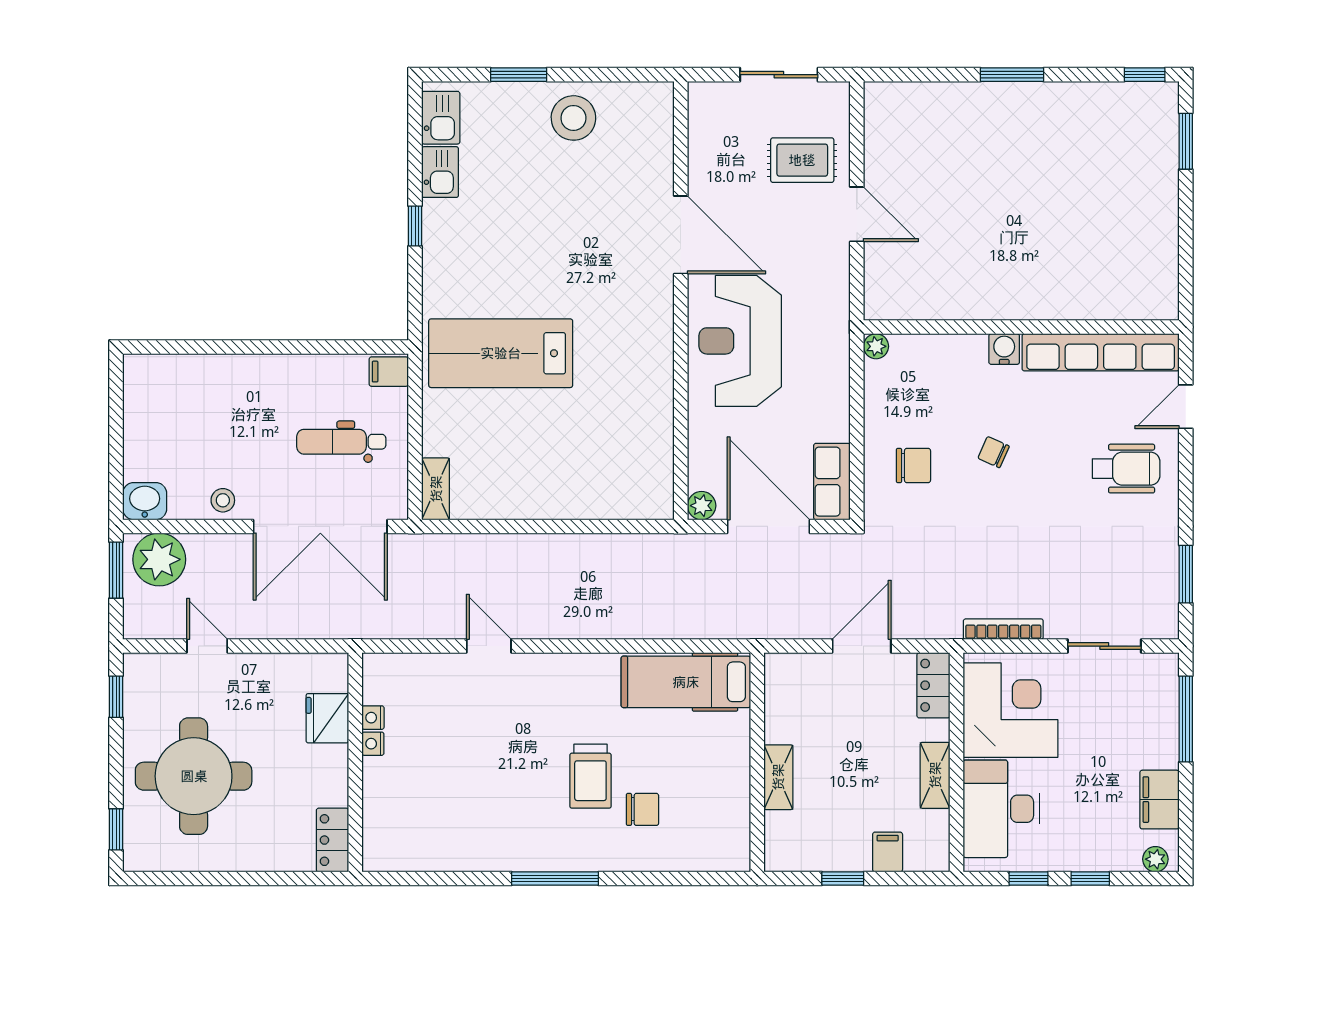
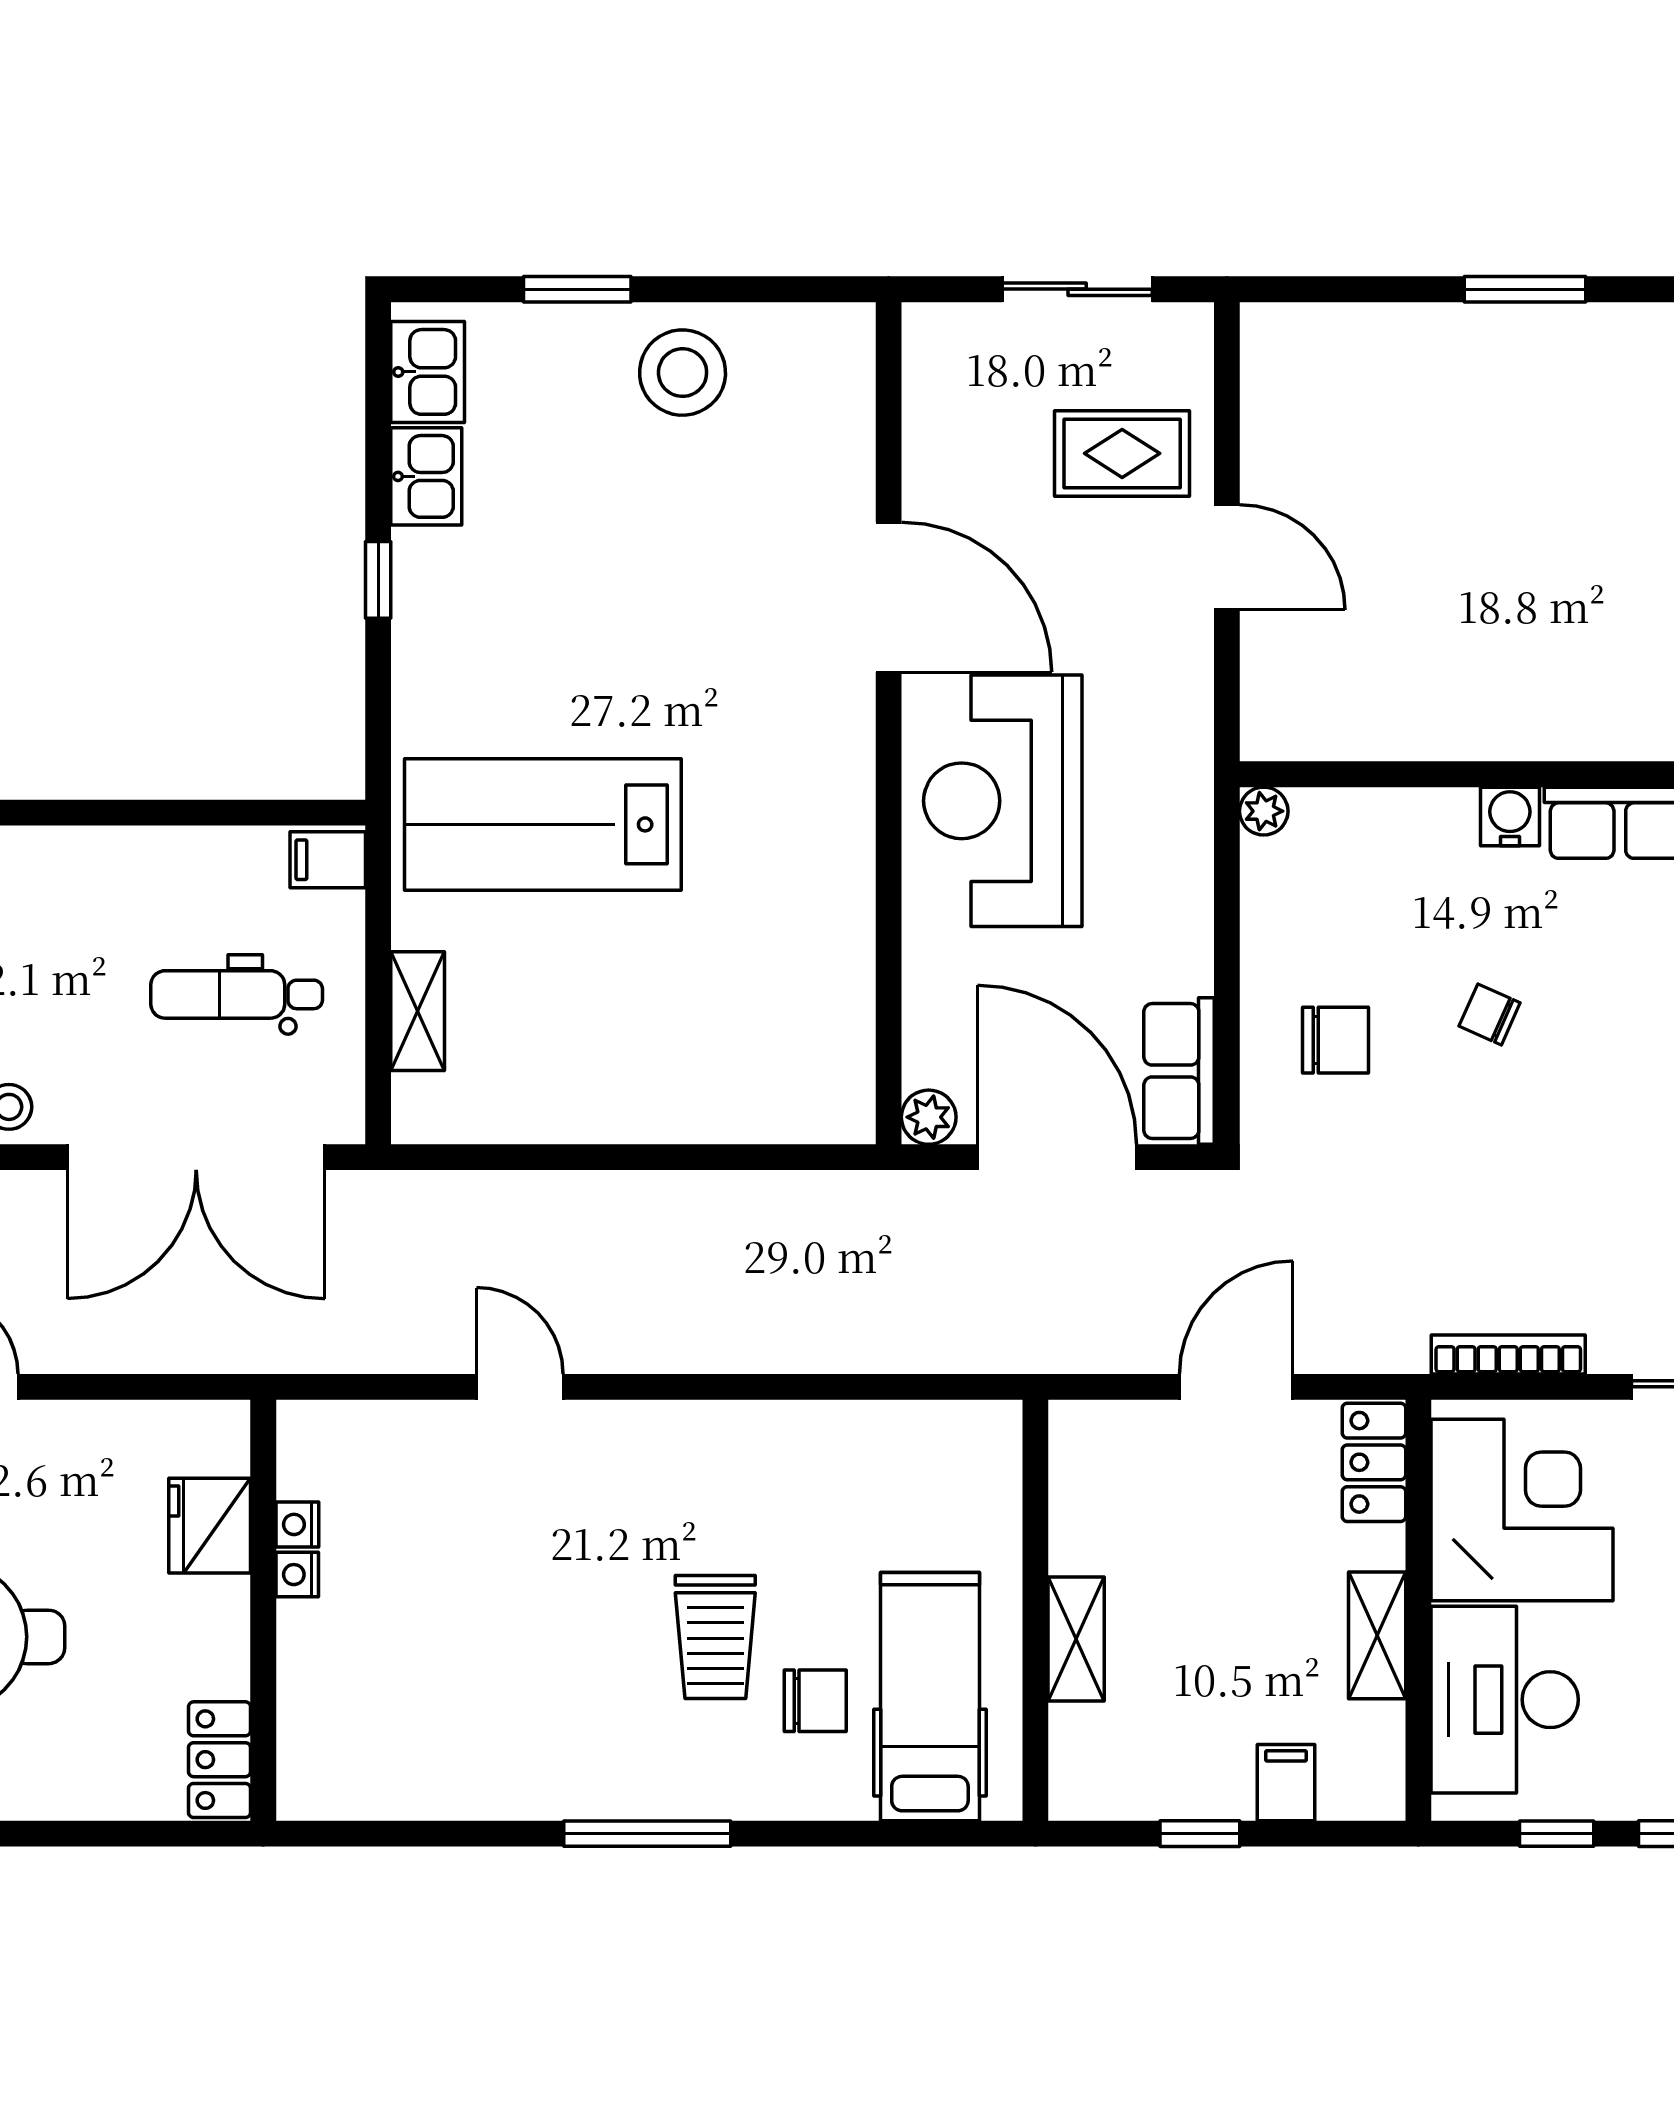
shelving: (436, 489) -> (418, 1011), moved
hospital bed: (686, 682) -> (930, 1697), moved, turned 90

